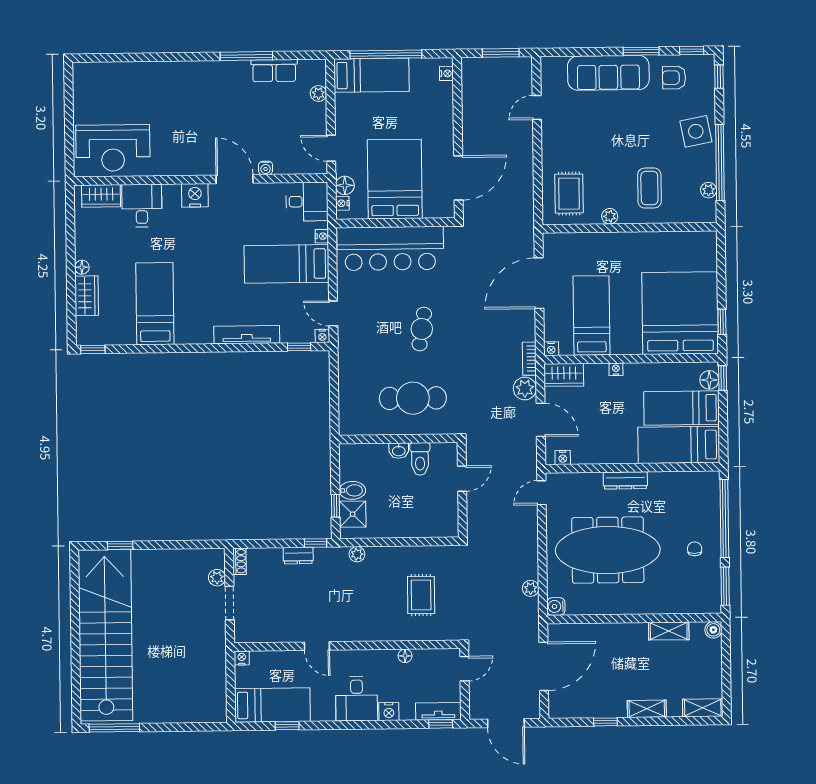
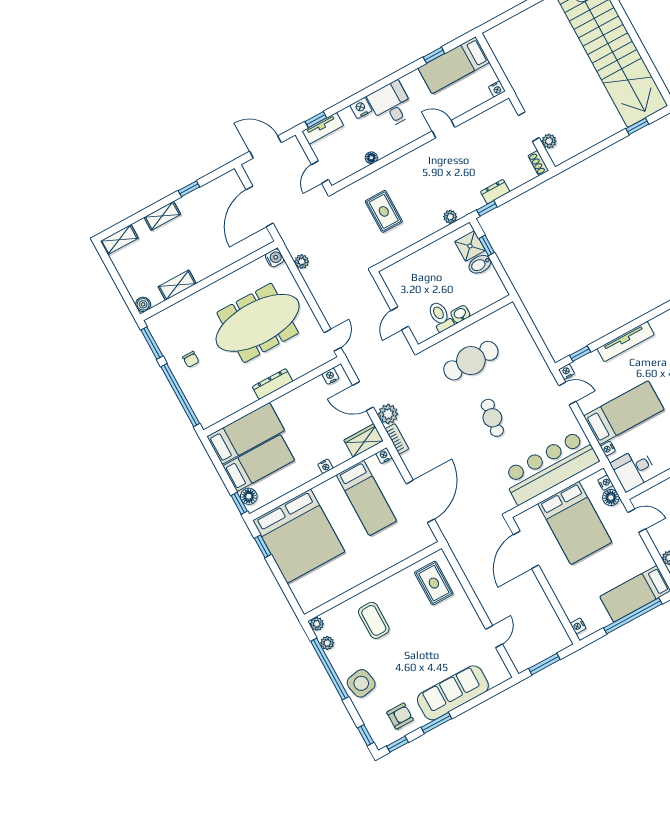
plant: (610, 216) -> (317, 624), moved

